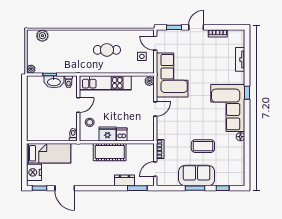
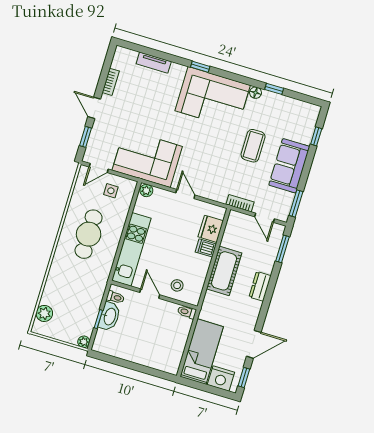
cafe table: (107, 50) -> (89, 234), width x1.37, depth x1.35
fridge: (108, 134) -> (211, 229), moved
window: (247, 149) -> (274, 89), added
dresser: (124, 180) -> (260, 286), moved
window: (195, 188) -> (296, 204), moved

